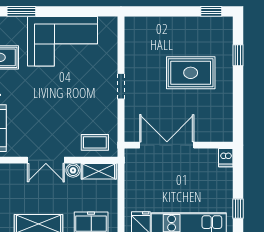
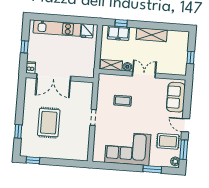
rug: (191, 73) -> (49, 123), turned 90
coffee table: (95, 142) -> (123, 101), moved
double door: (167, 145) -> (54, 77), moved
window: (238, 209) -> (25, 47), moved

